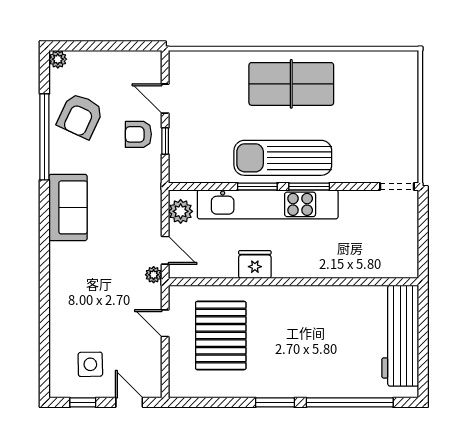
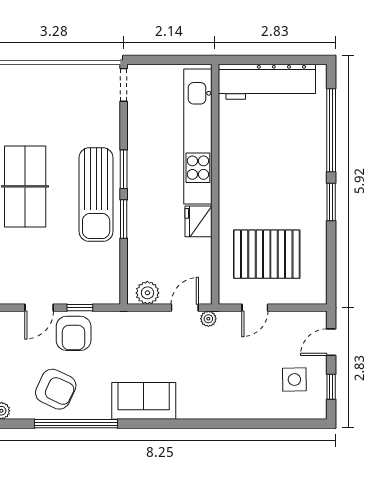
armchair: (138, 134) -> (74, 333), width x1.38, depth x1.38
kitchen unit: (268, 204) -> (198, 137), moved, turned 180

